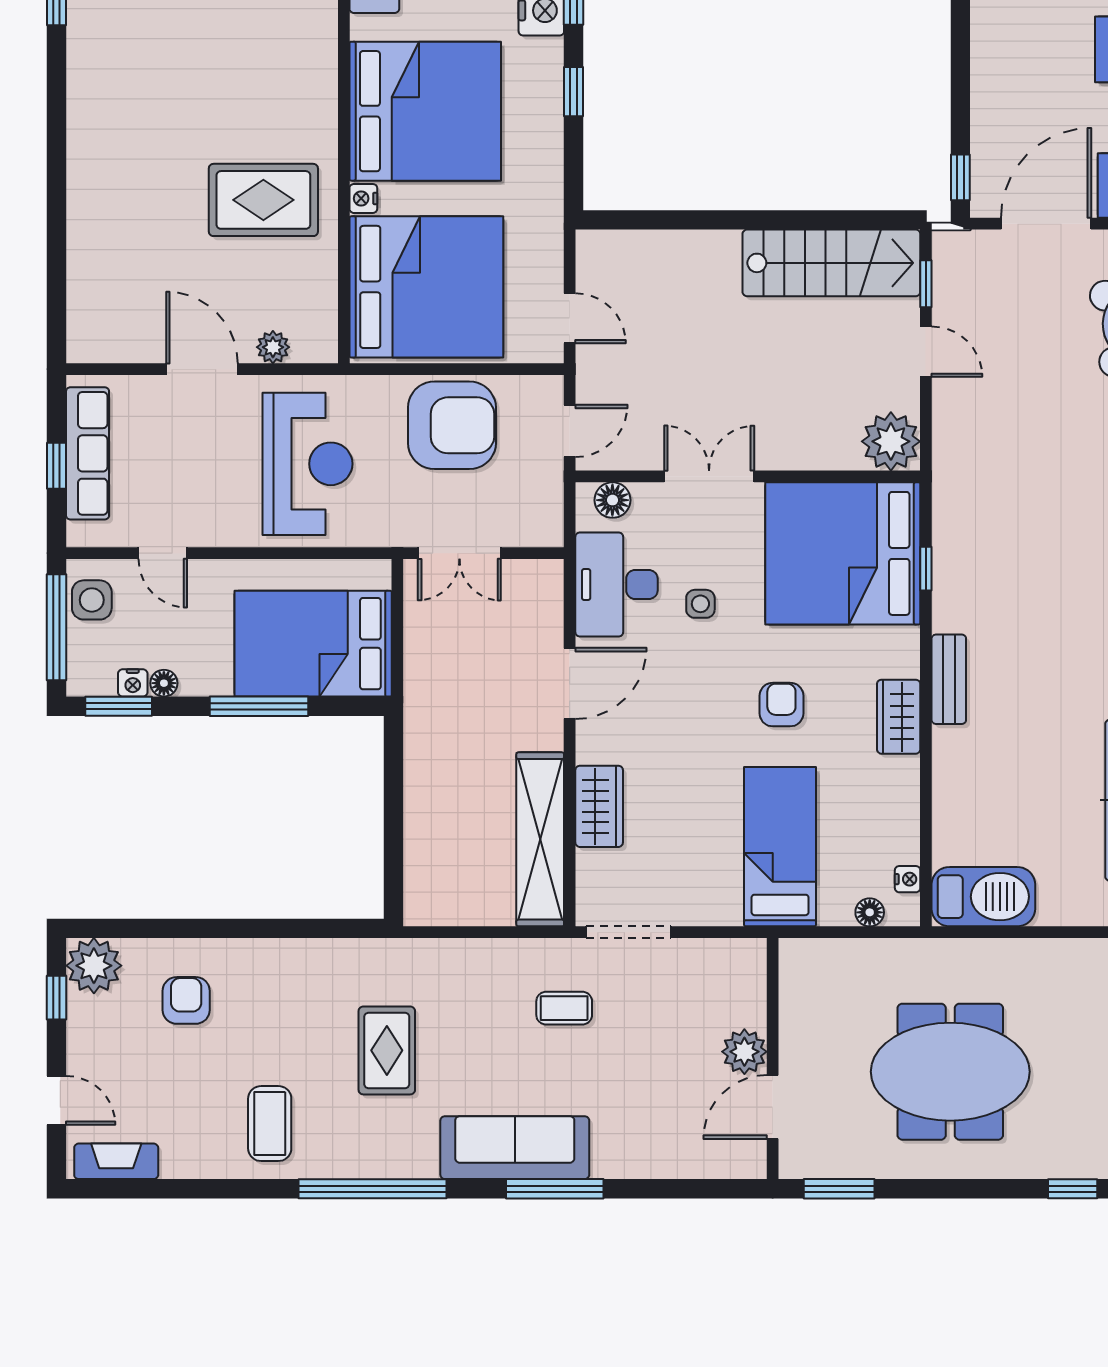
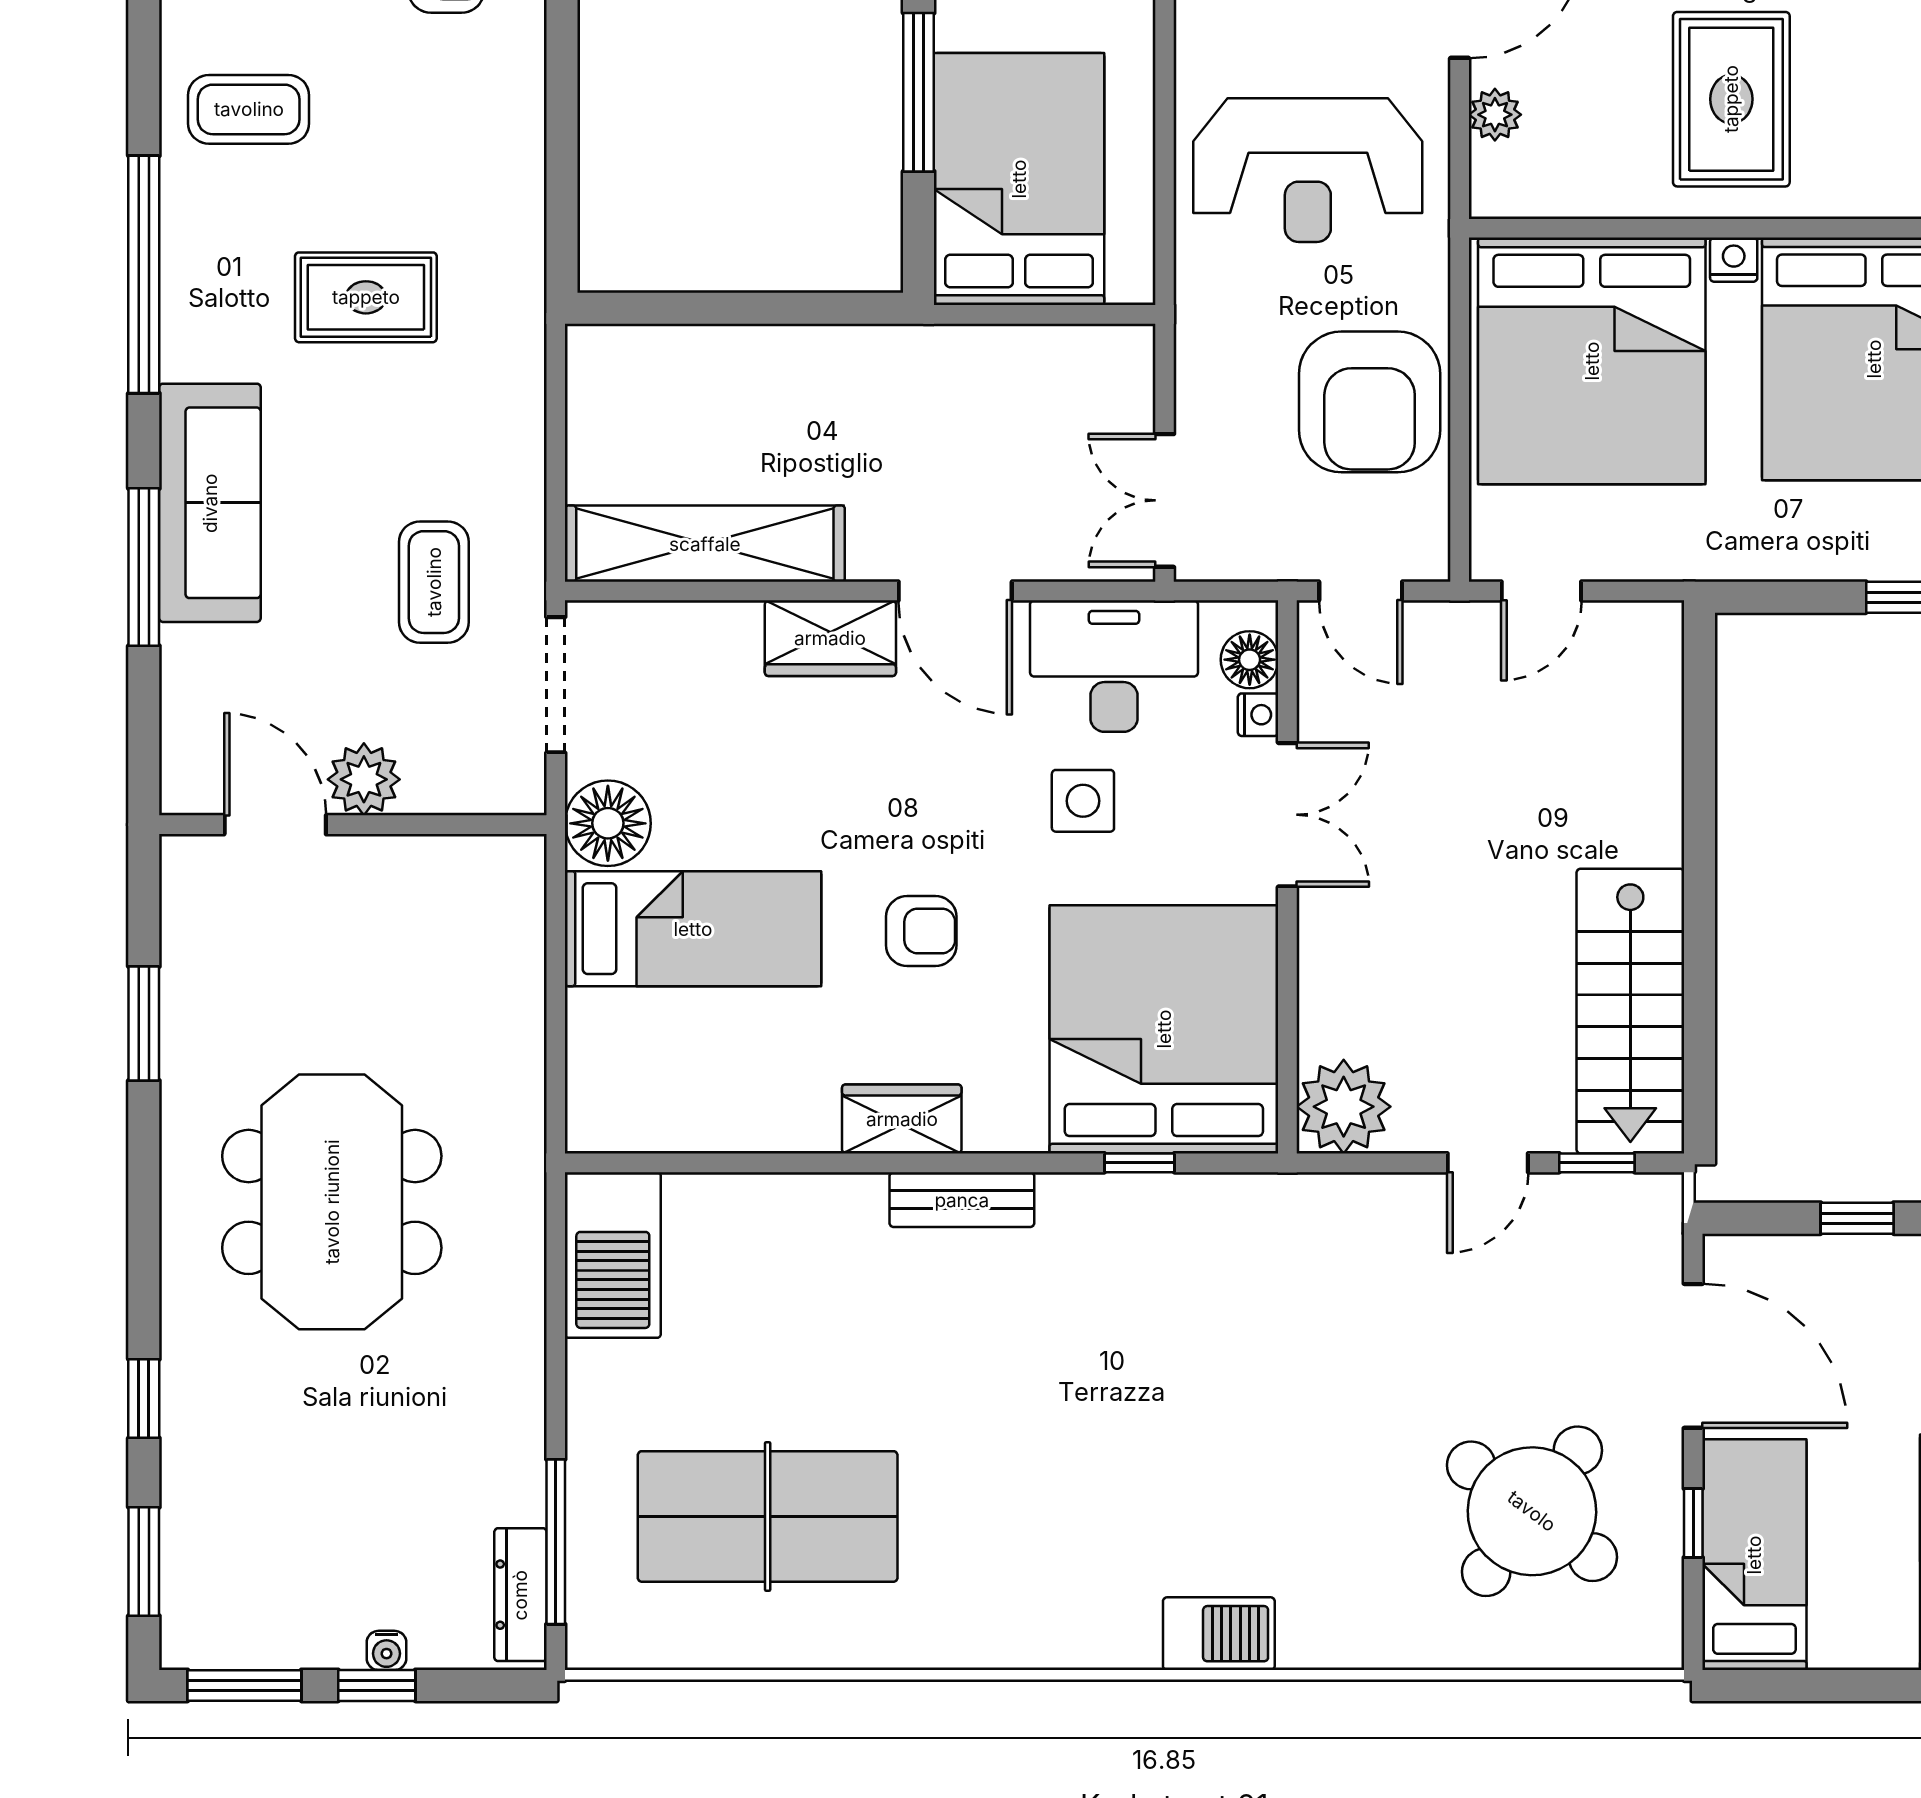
window: (960, 177) -> (1857, 1218), moved
double door: (459, 553) -> (1164, 500), moved
side table: (700, 604) -> (1083, 801), width x1.37, depth x1.37
wardrobe: (599, 806) -> (830, 638), moved
nightstand: (908, 879) -> (1258, 715), moved, turned -90
floor lamp: (870, 912) -> (608, 823), moved, width x1.89, depth x1.89
coffee table: (564, 1008) -> (434, 582), width x1.36, depth x1.30
plant: (744, 1052) -> (364, 779), moved
wall: (773, 1059) -> (353, 825), moved
door: (773, 1107) -> (275, 825), moved

